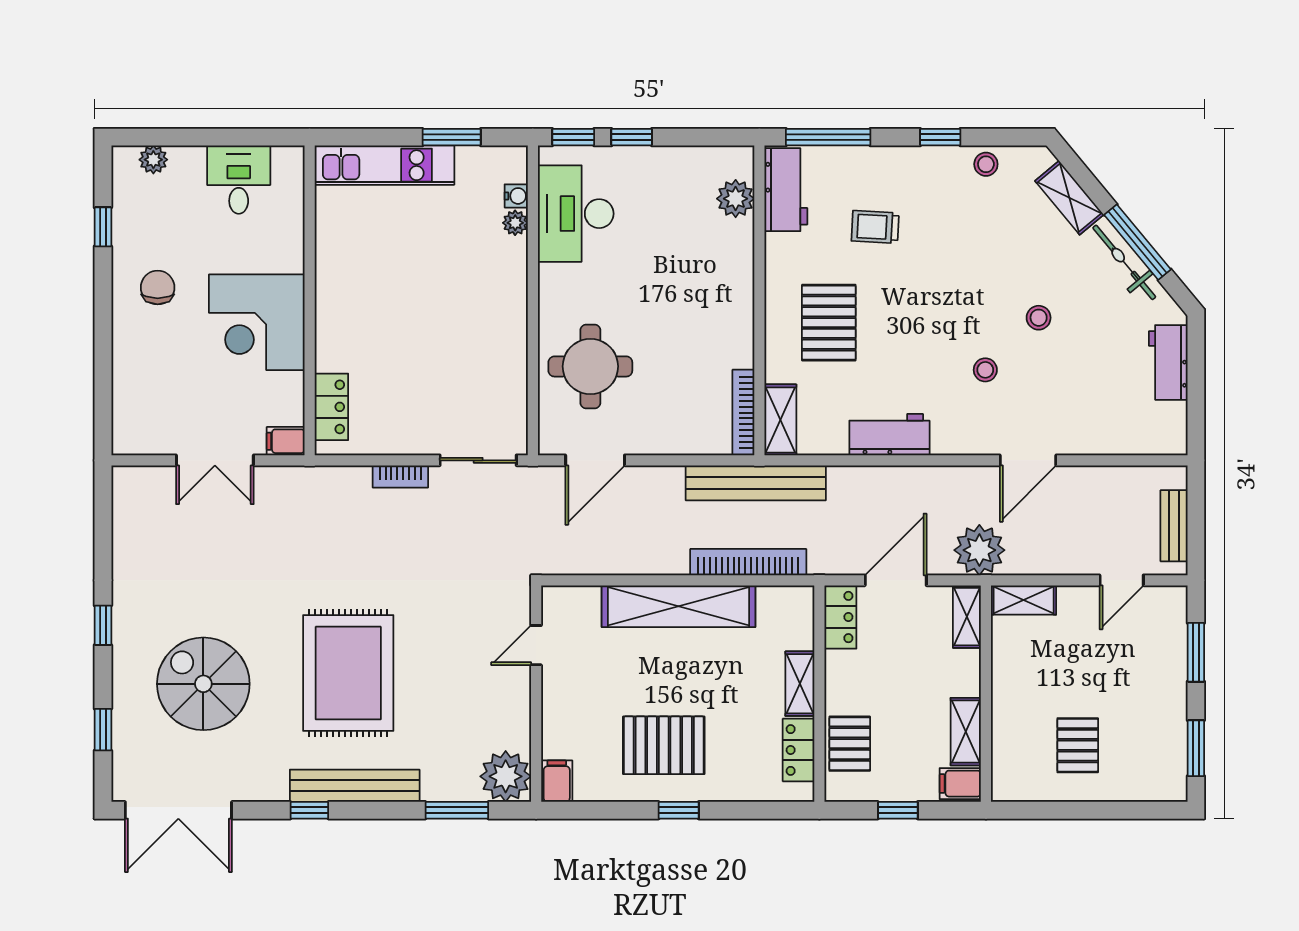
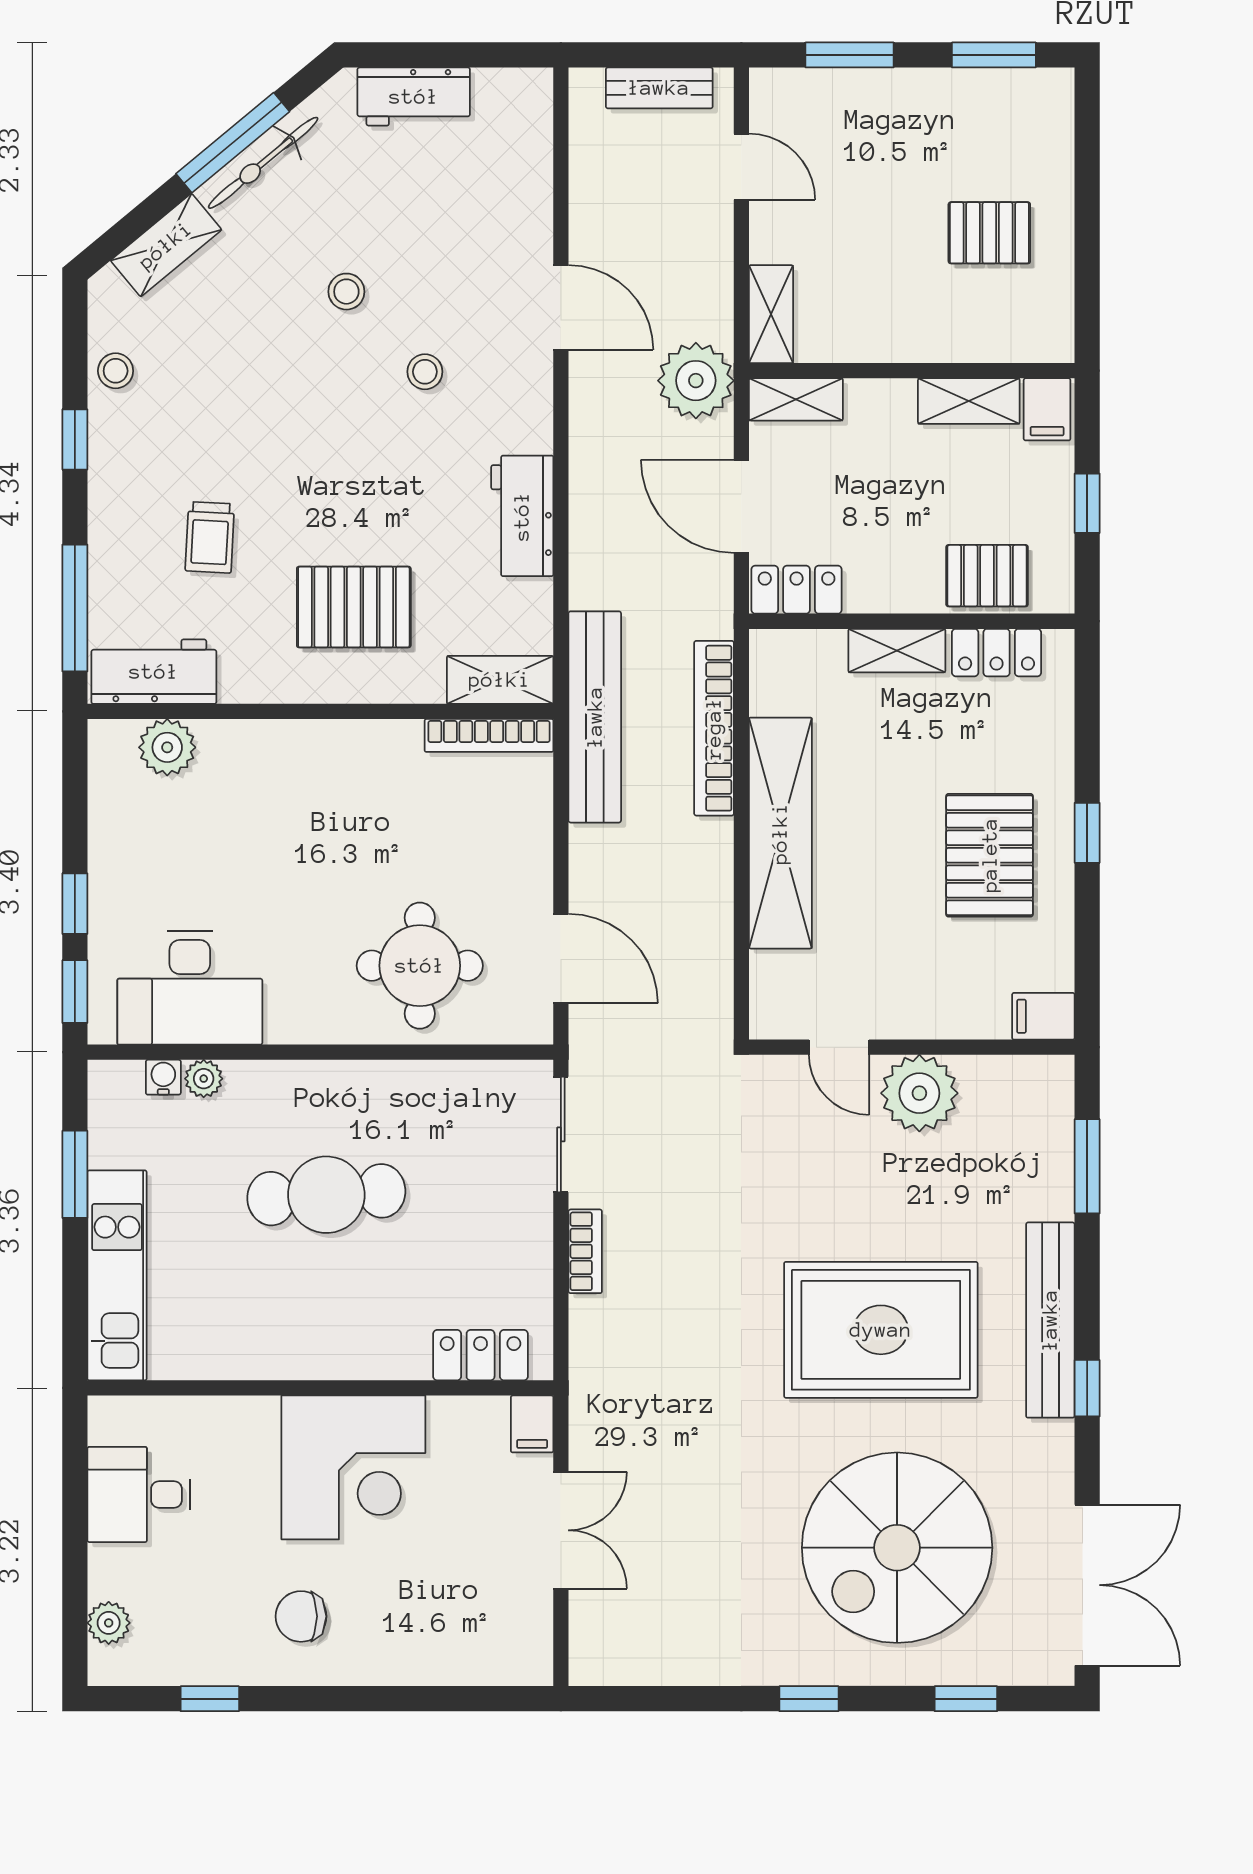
cafe table: (438, 304) -> (326, 1195), added
spiral stairs: (203, 684) -> (897, 1548), width x1.37, depth x1.37
plant: (506, 776) -> (919, 1093), moved

